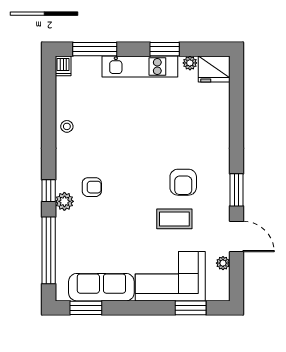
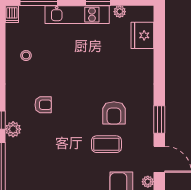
fridge: (214, 69) -> (142, 35), moved, turned 90
stool: (67, 126) -> (26, 56), moved
armchair: (92, 187) -> (43, 105), moved

